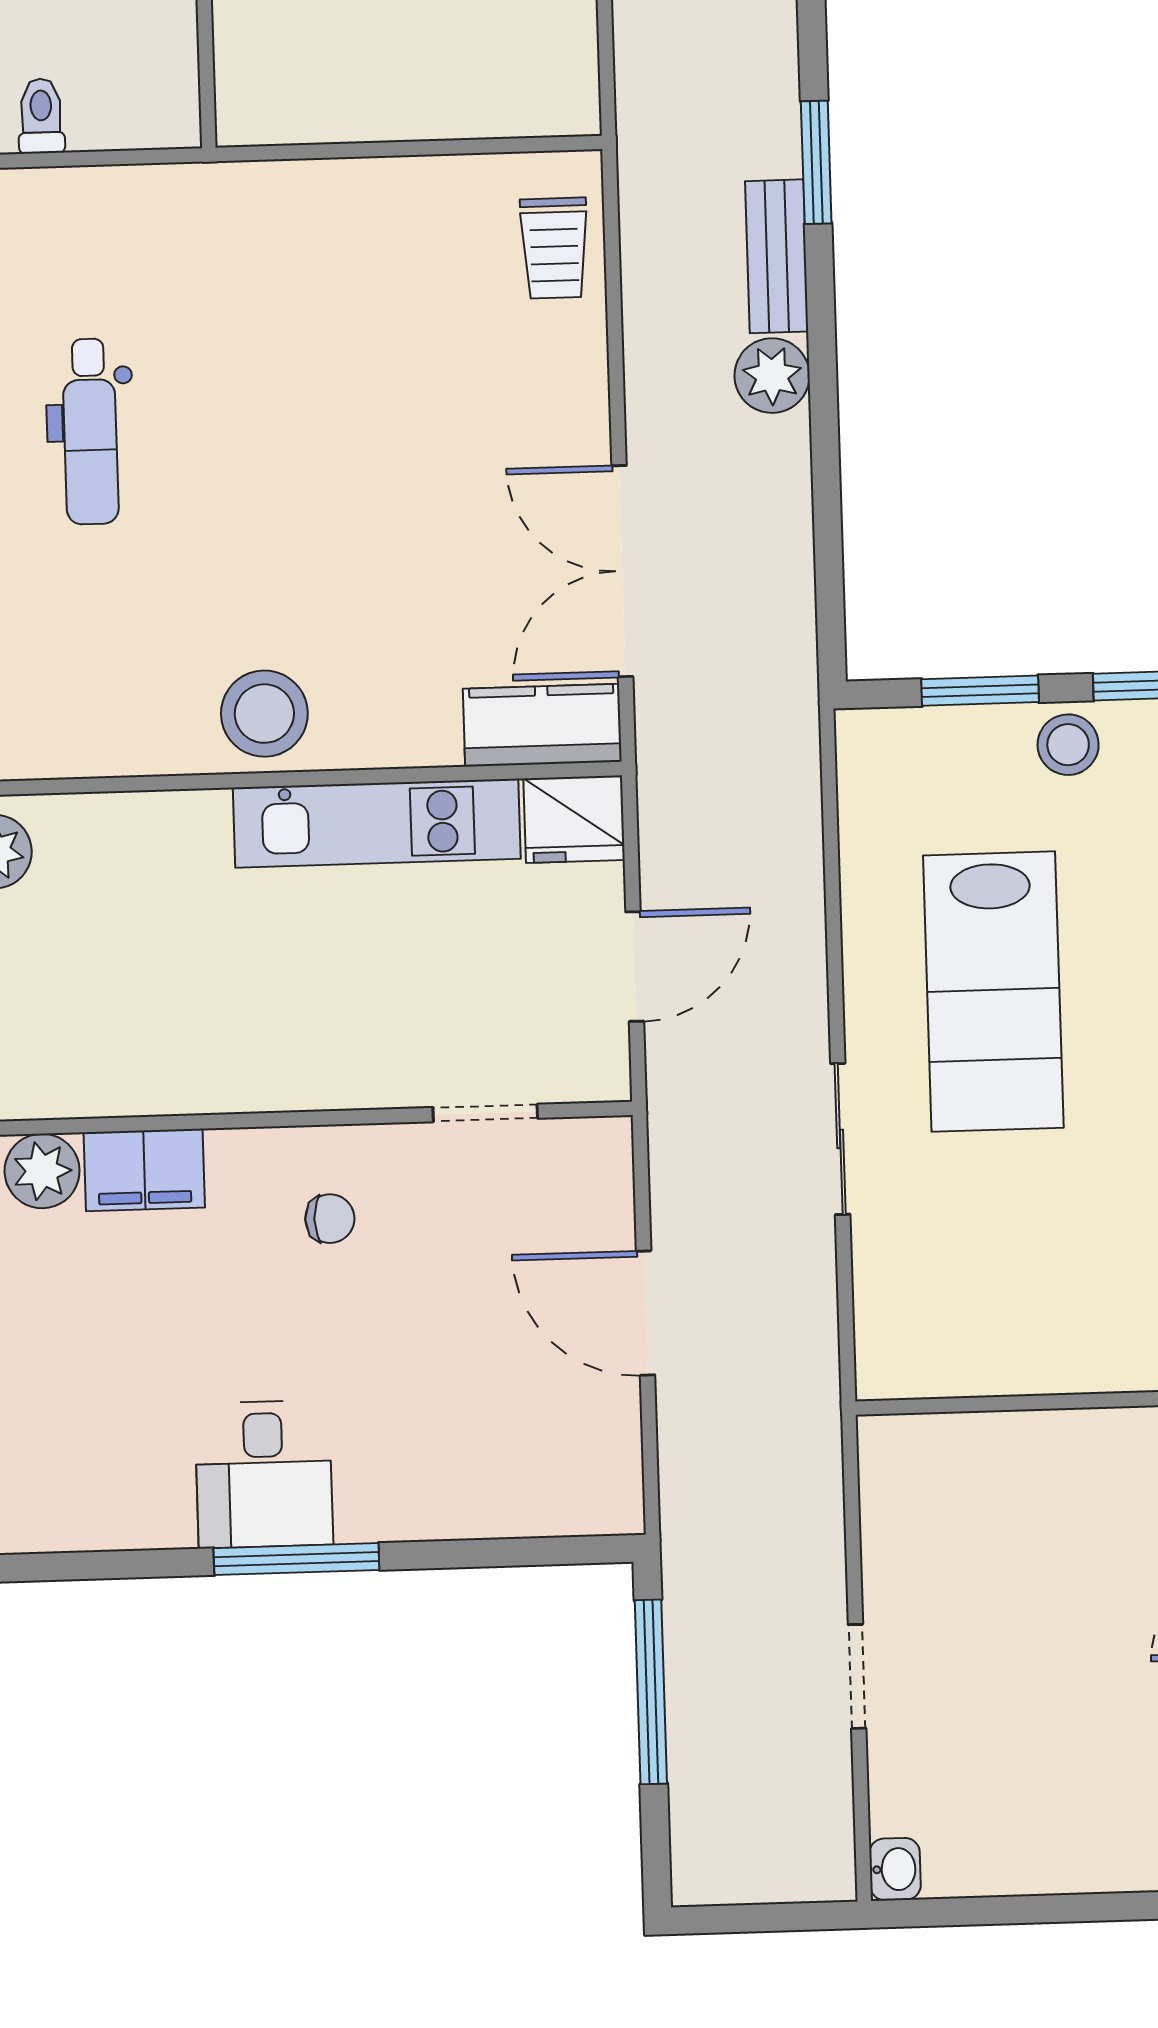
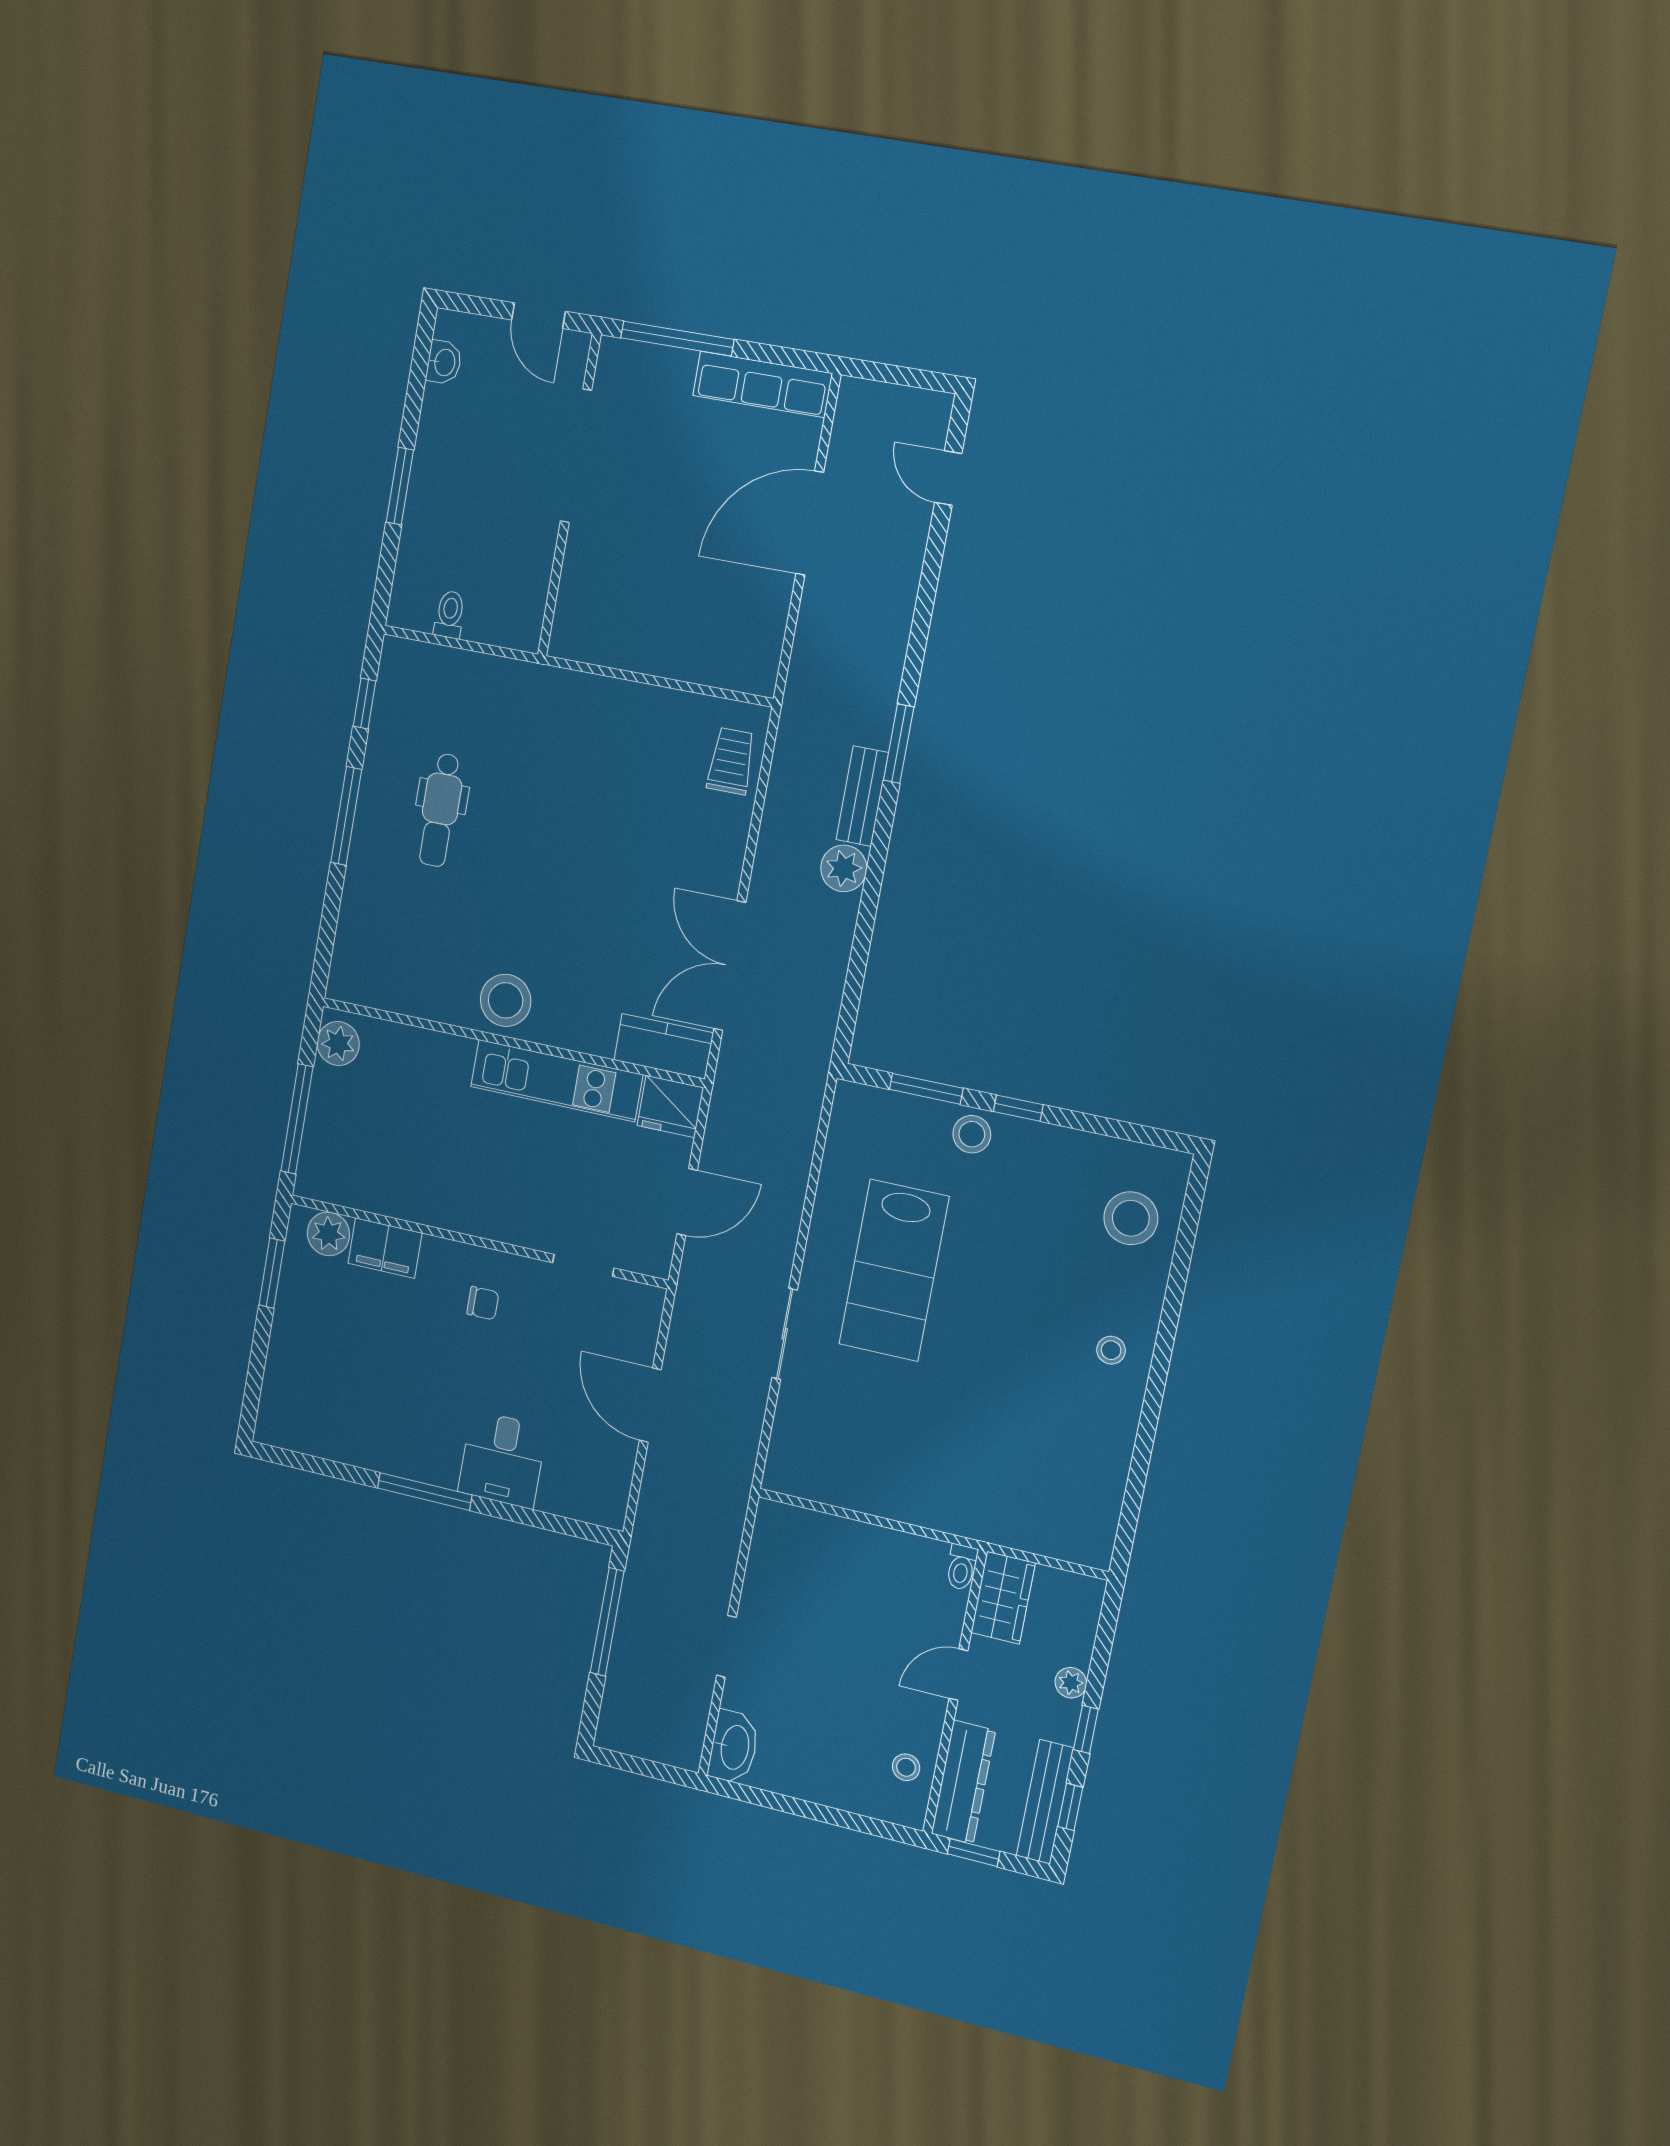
trolley: (554, 248) -> (731, 761), turned 180
desk: (264, 1474) -> (502, 1459), moved
washbasin: (895, 1869) -> (734, 1747), width x1.91, depth x1.45

